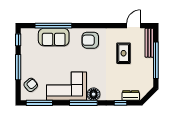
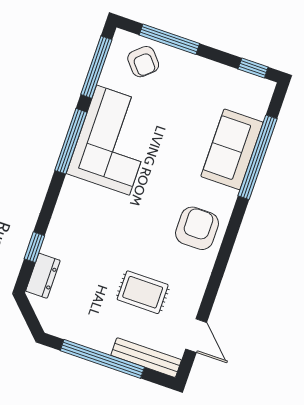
window: (18, 67) -> (169, 39), moved
floor lamp: (94, 94) -> (75, 194), removed
window: (83, 103) -> (71, 141), moved

